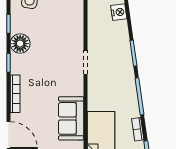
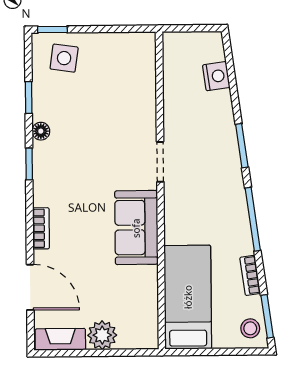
floor lamp: (20, 44) -> (41, 131), width x0.53, depth x0.53
bookcase: (15, 94) -> (41, 228), width x0.64
sofa: (71, 118) -> (136, 228), moved

